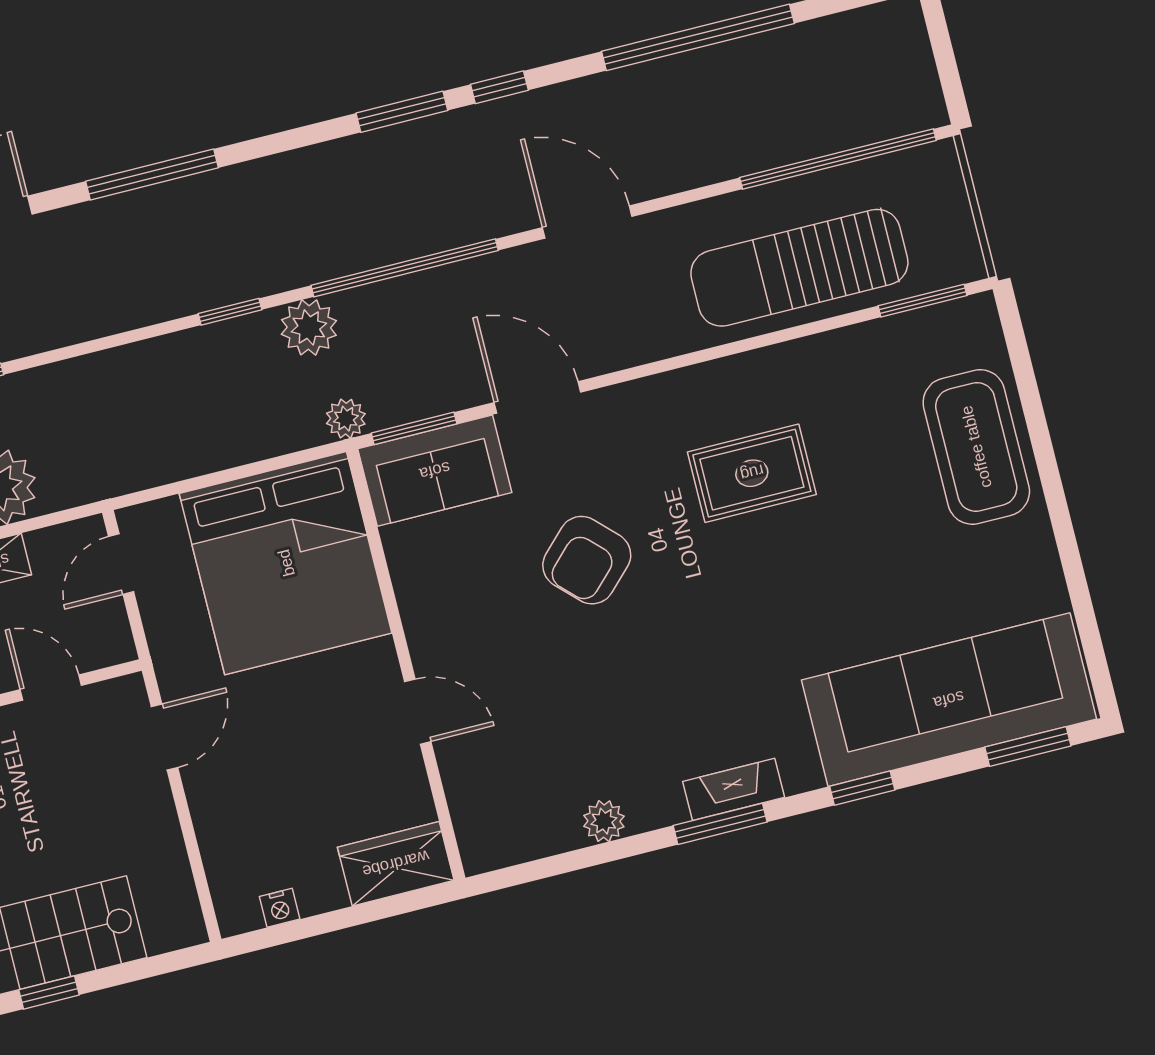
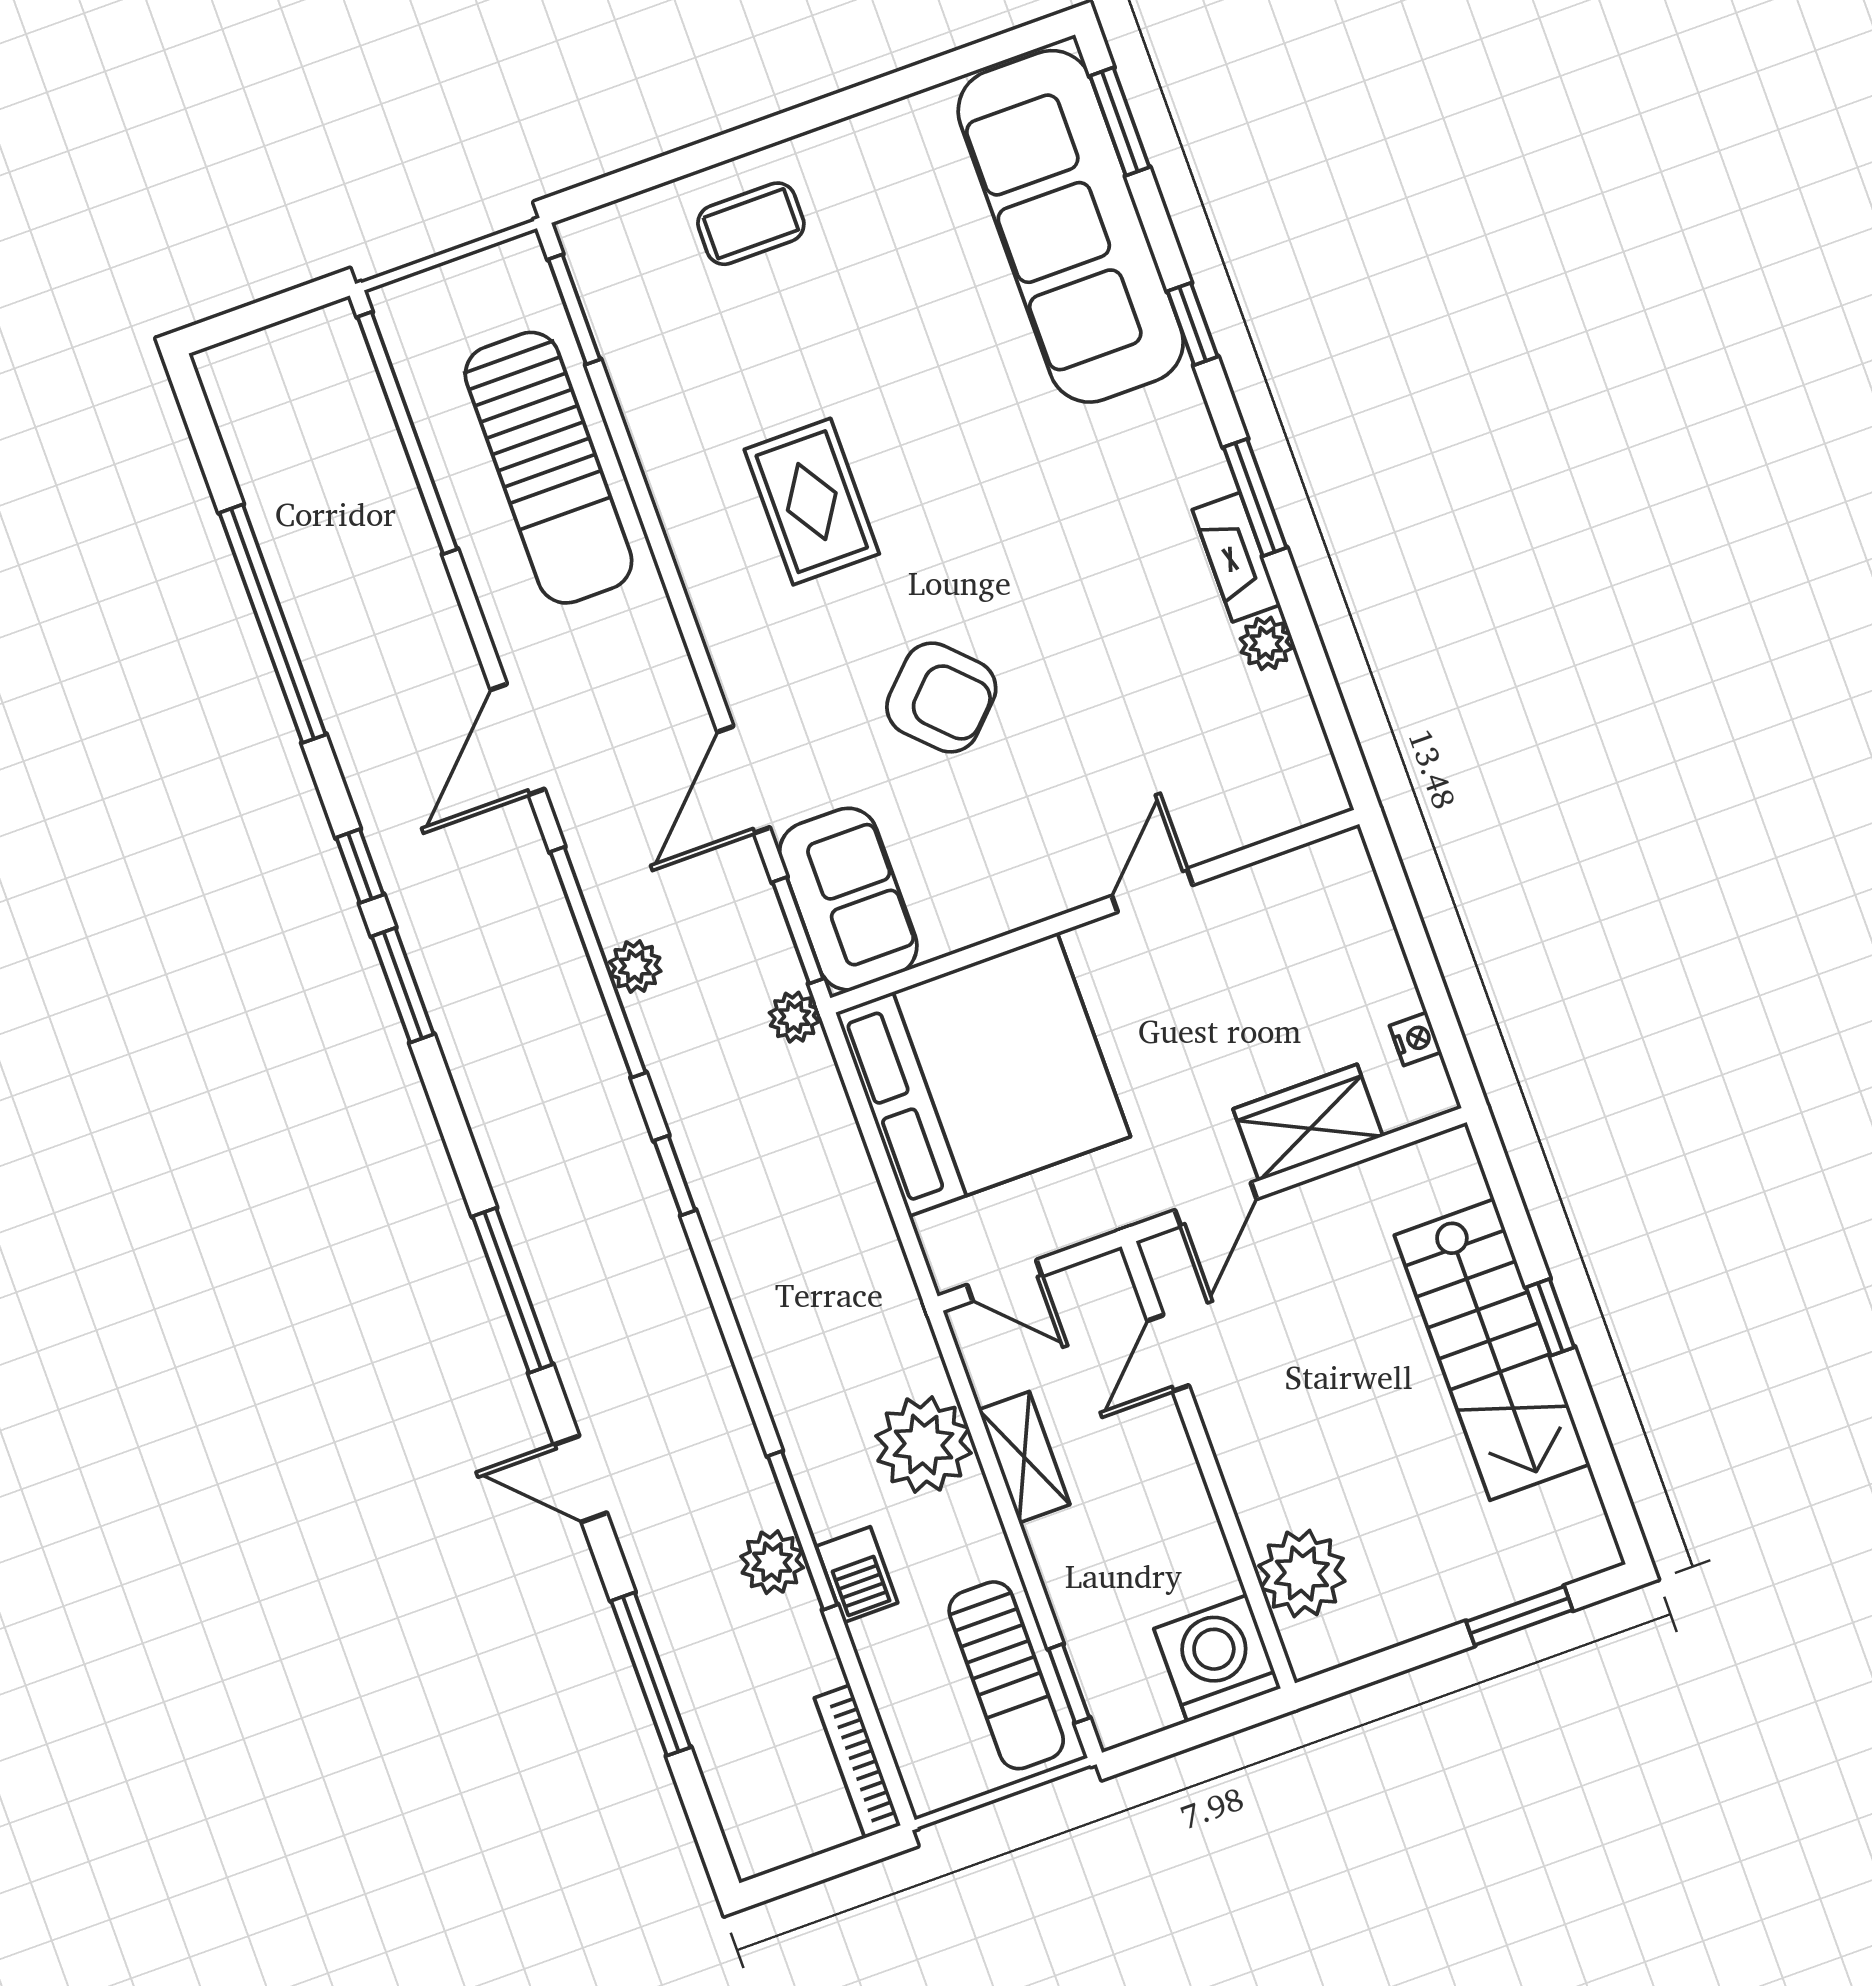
plant: (309, 327) -> (635, 967), moved, width x0.73, depth x0.73
coffee table: (976, 447) -> (751, 224), width x0.54, depth x0.58
door: (164, 737) -> (1216, 1204), swing flipped
fireplace: (734, 789) -> (1236, 557), moved
wardrobe: (396, 864) -> (1308, 1123), moved, turned 90

